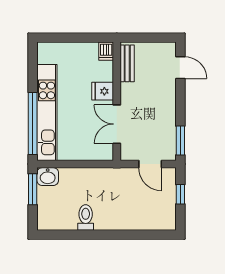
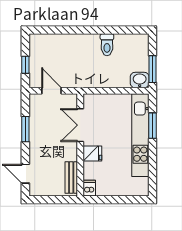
window: (33, 124) -> (153, 126), width x0.47
double door: (117, 124) -> (80, 125), swing flipped
window: (180, 141) -> (25, 129), moved

